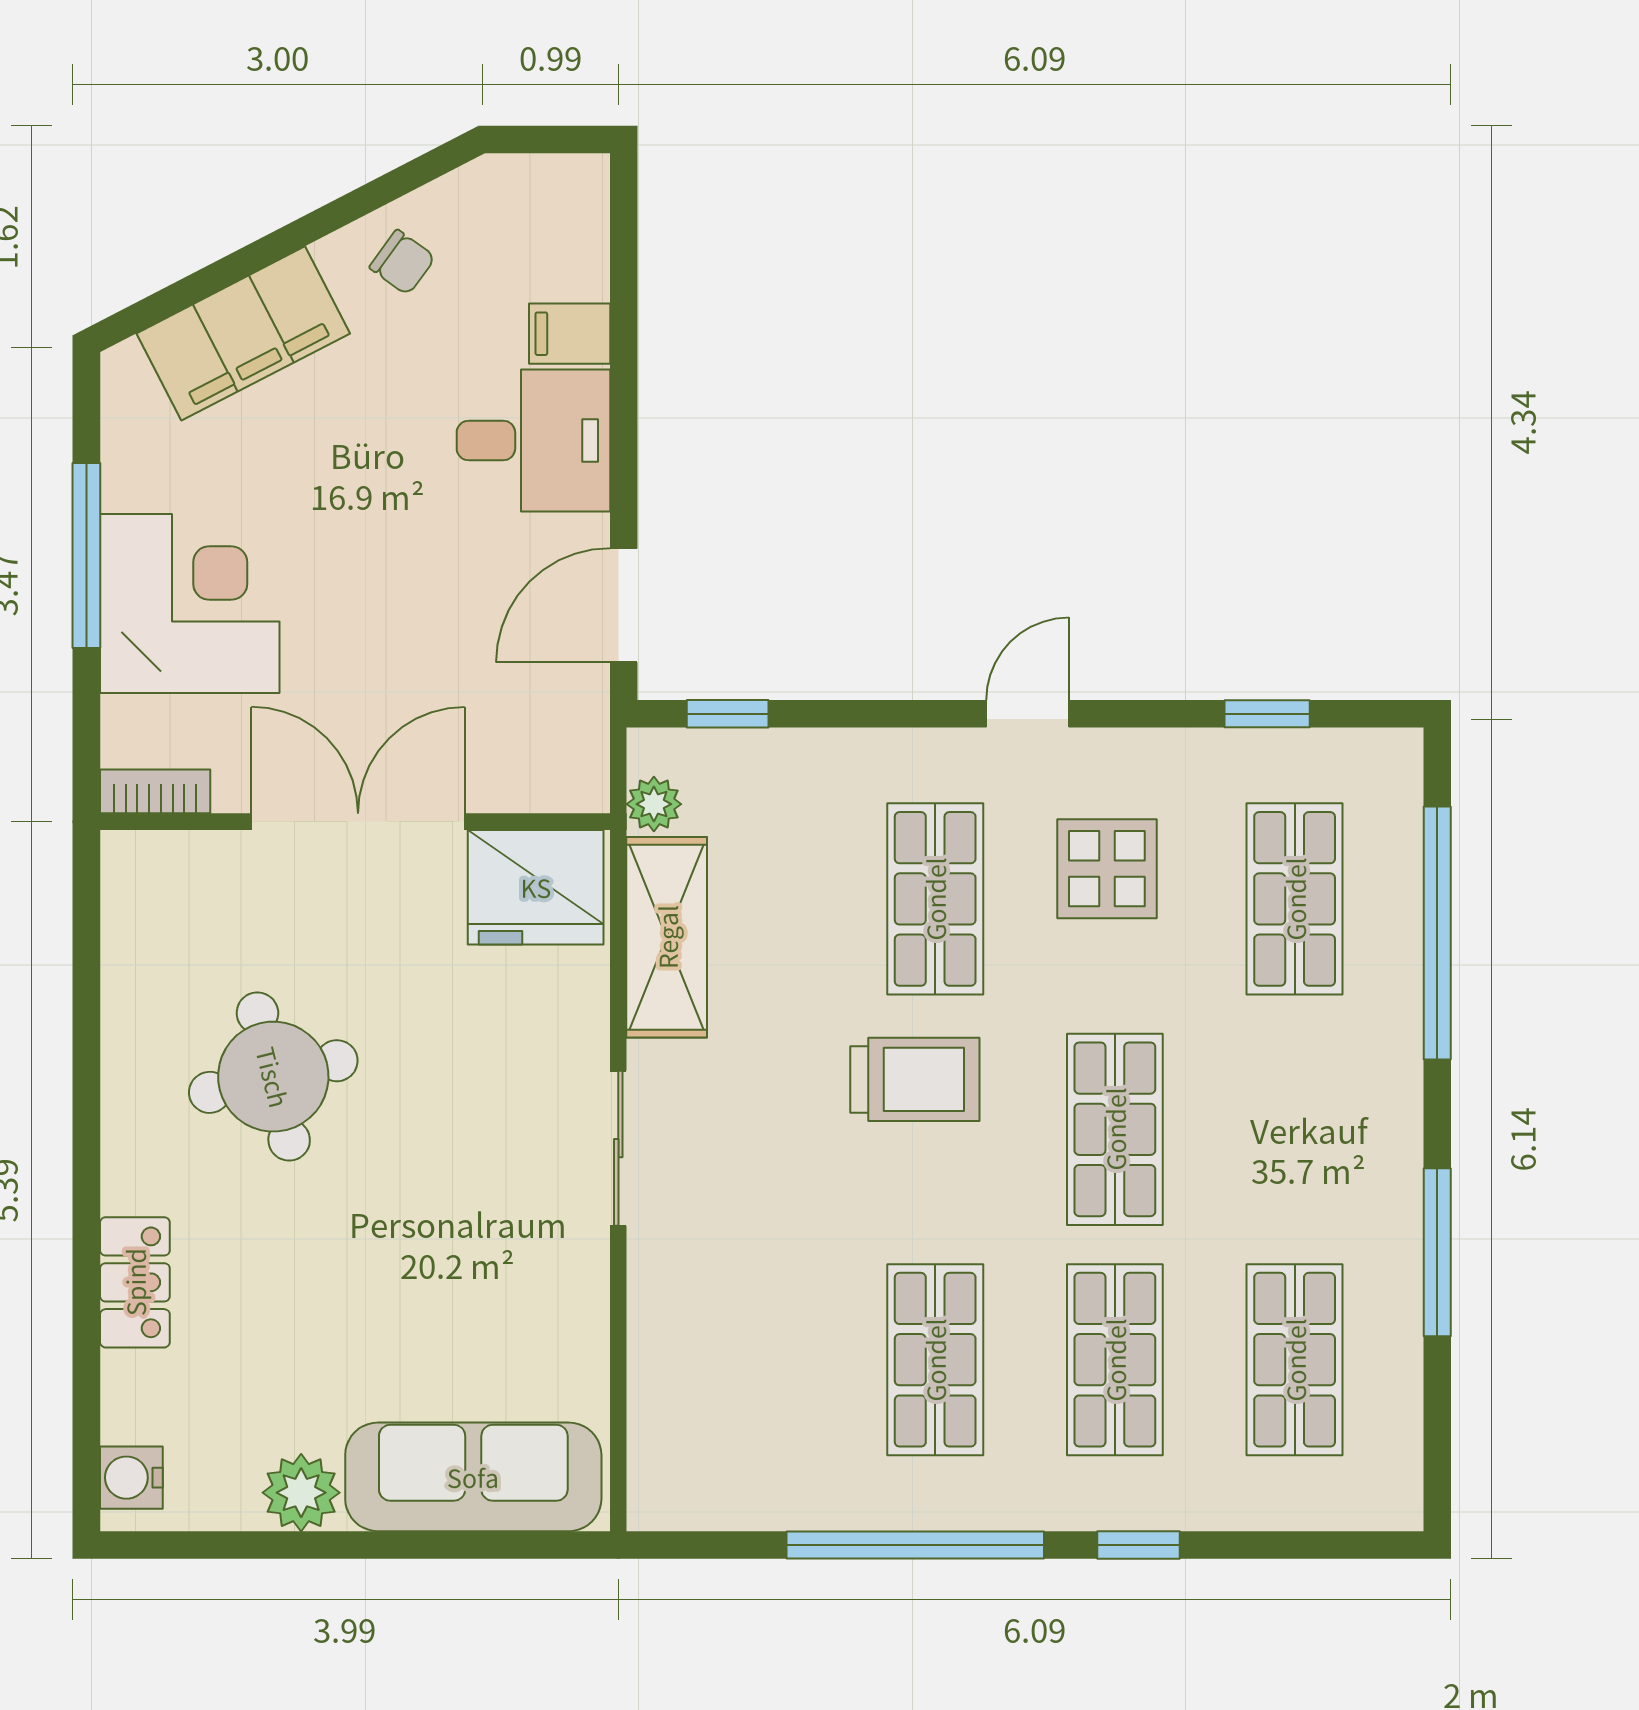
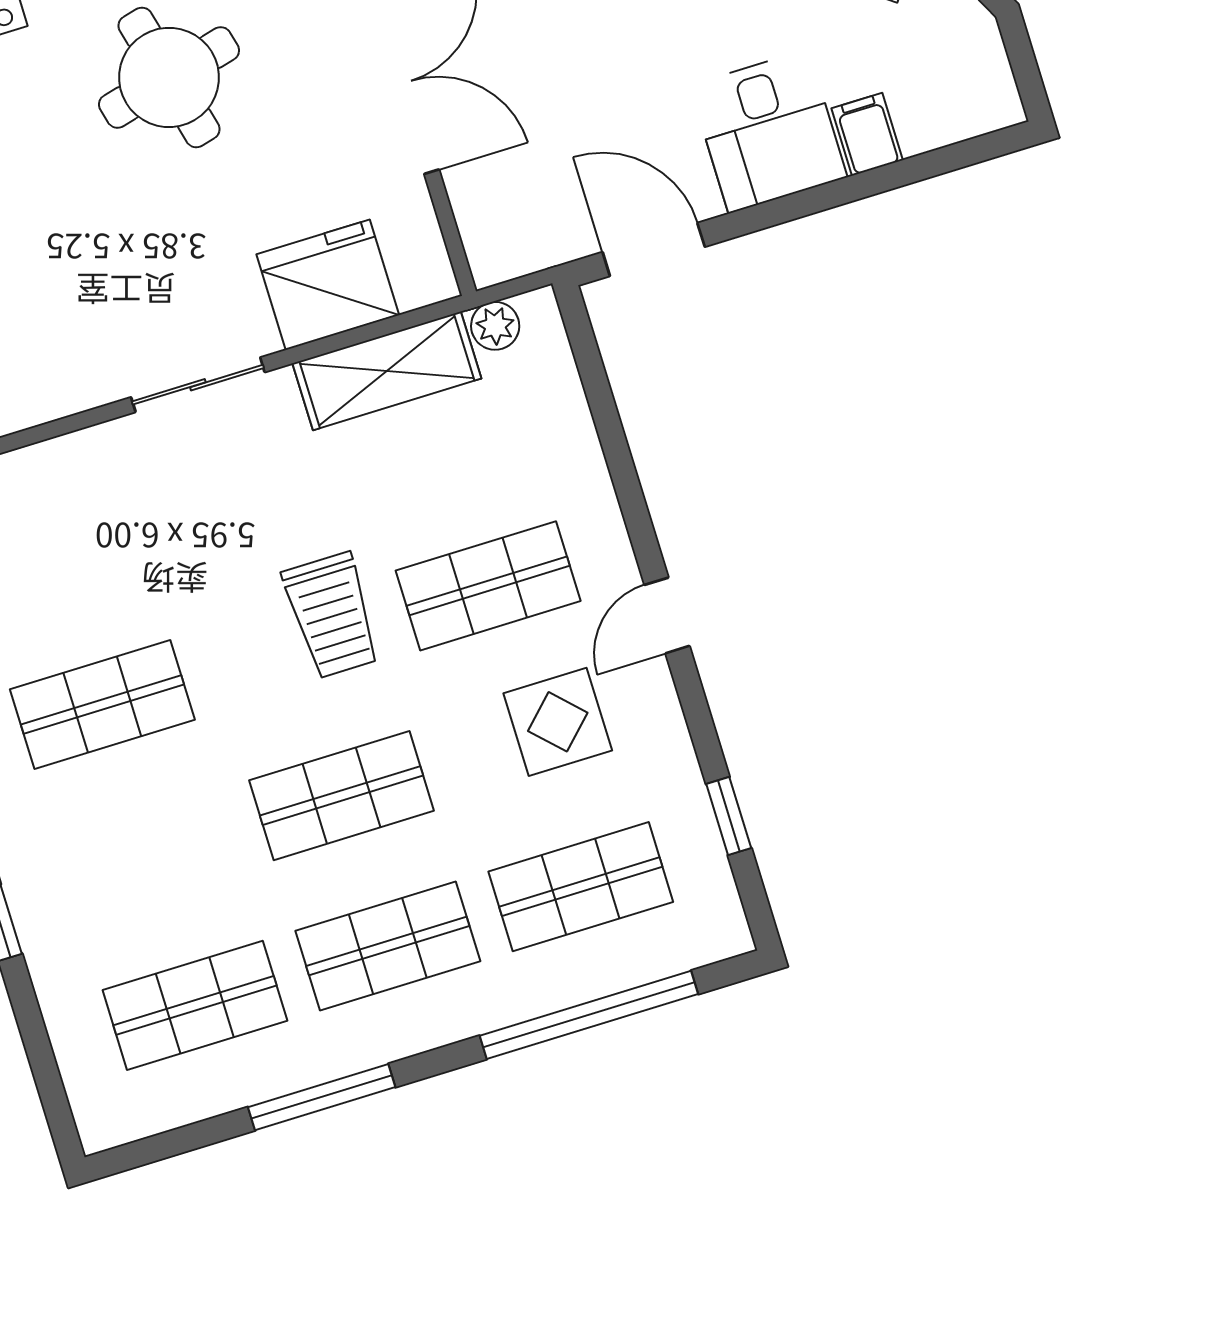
window: (728, 714) -> (590, 364), removed
door: (1028, 714) -> (667, 615), swing flipped
fridge: (536, 887) -> (328, 285), moved, turned 90
shop shelf: (1115, 1360) -> (388, 946), moved

